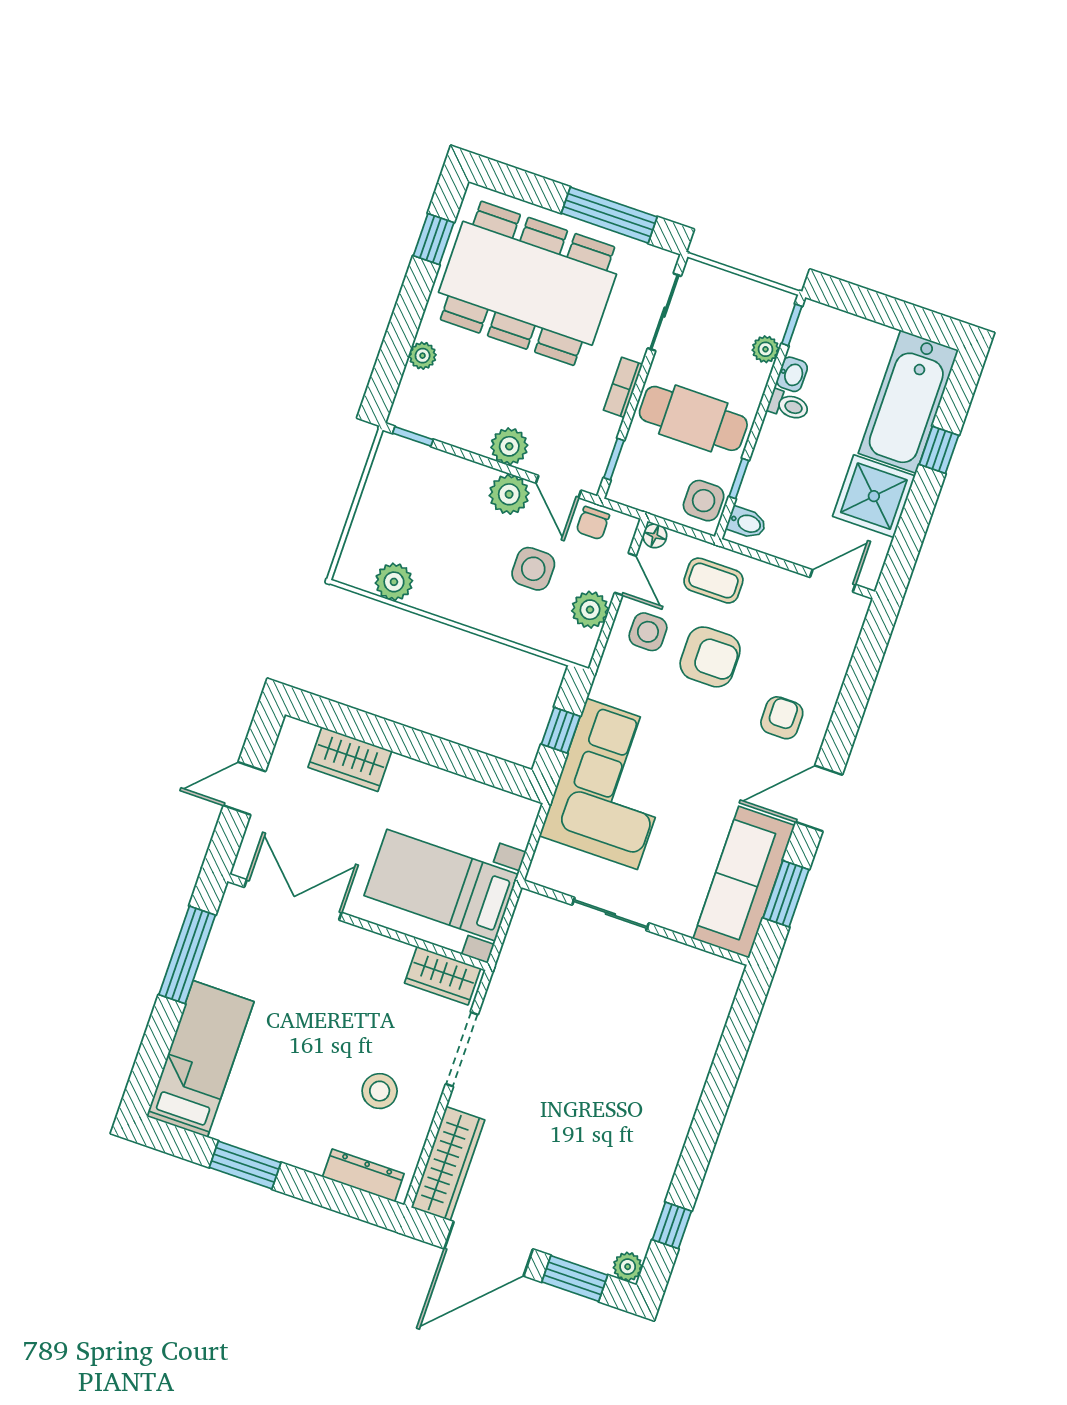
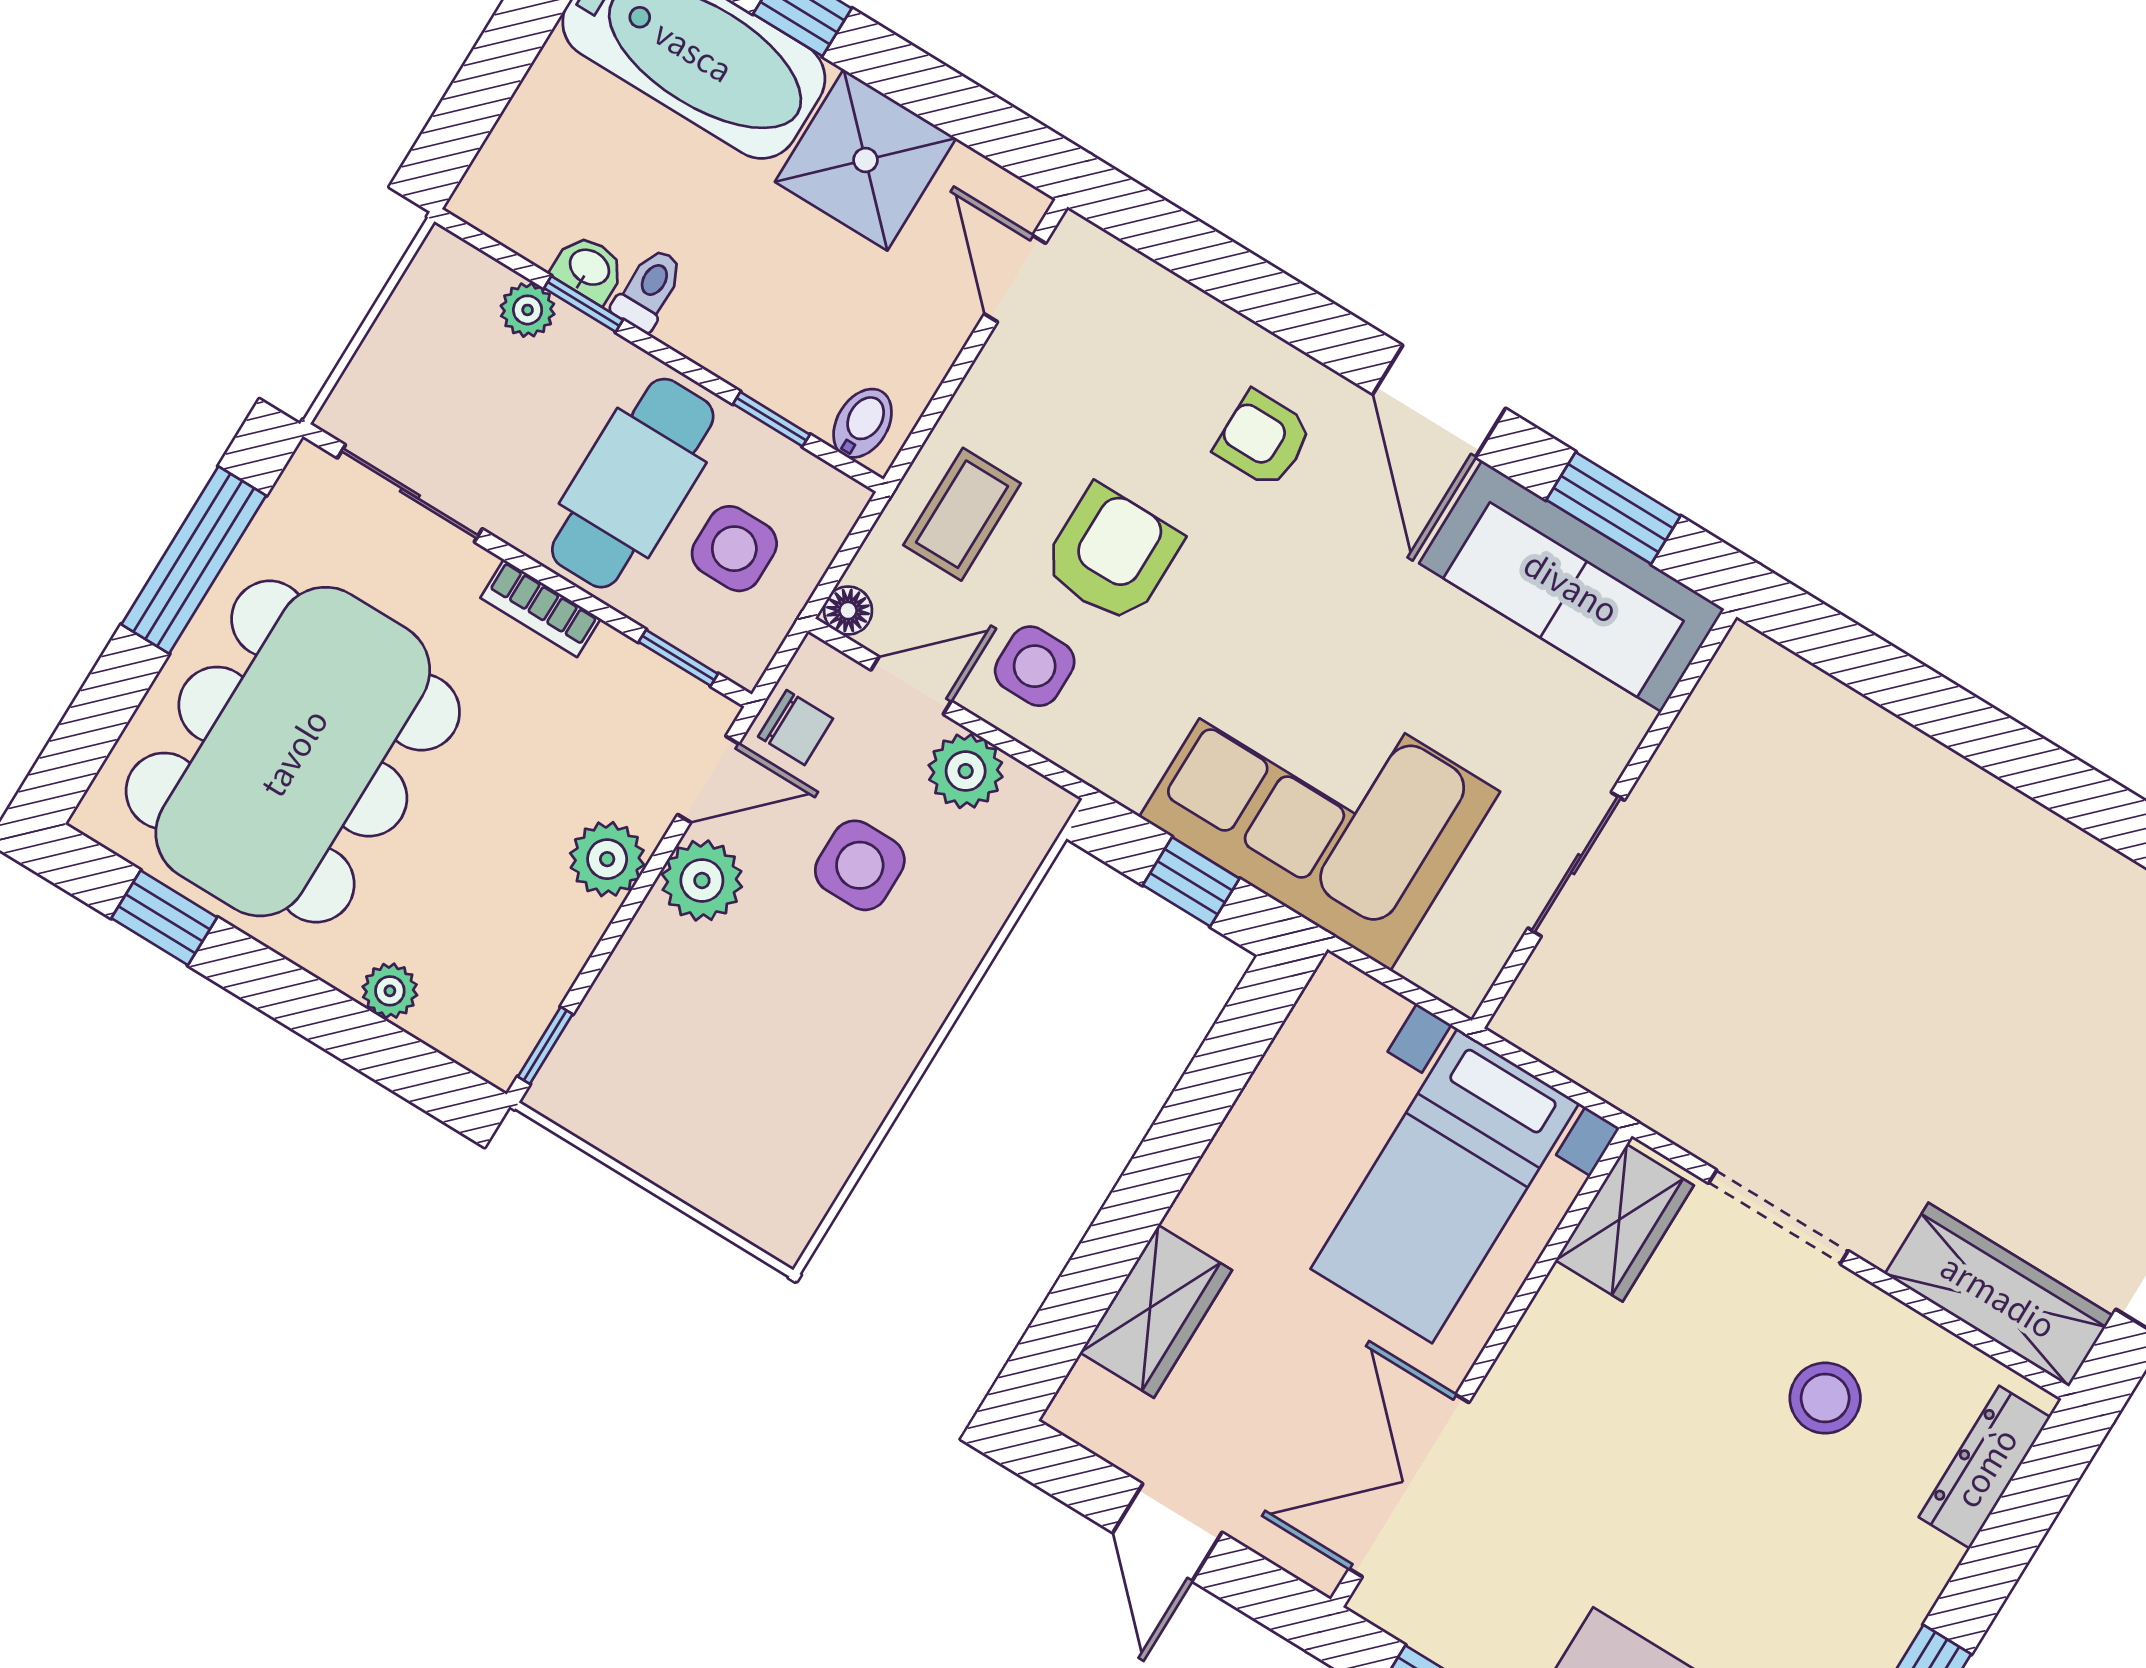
window: (792, 325) -> (584, 304), moved
side table: (704, 501) -> (734, 549), moved
plant: (394, 582) -> (825, 1147), removed

